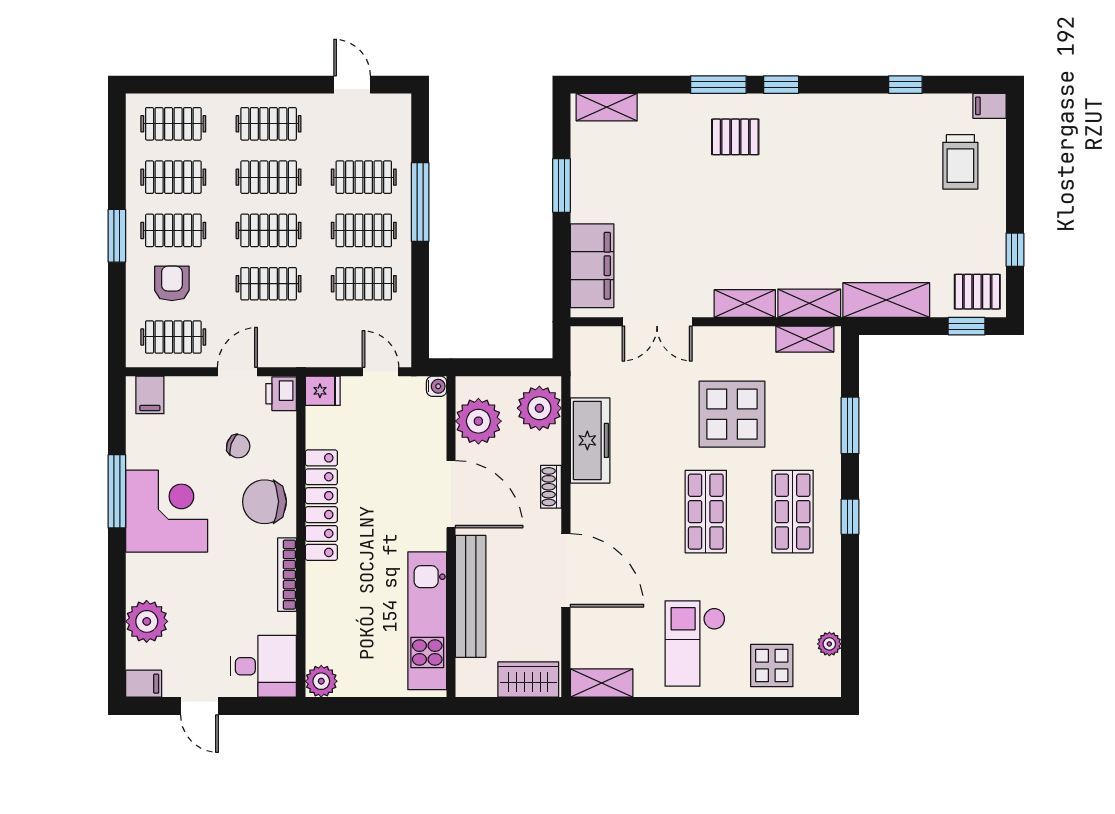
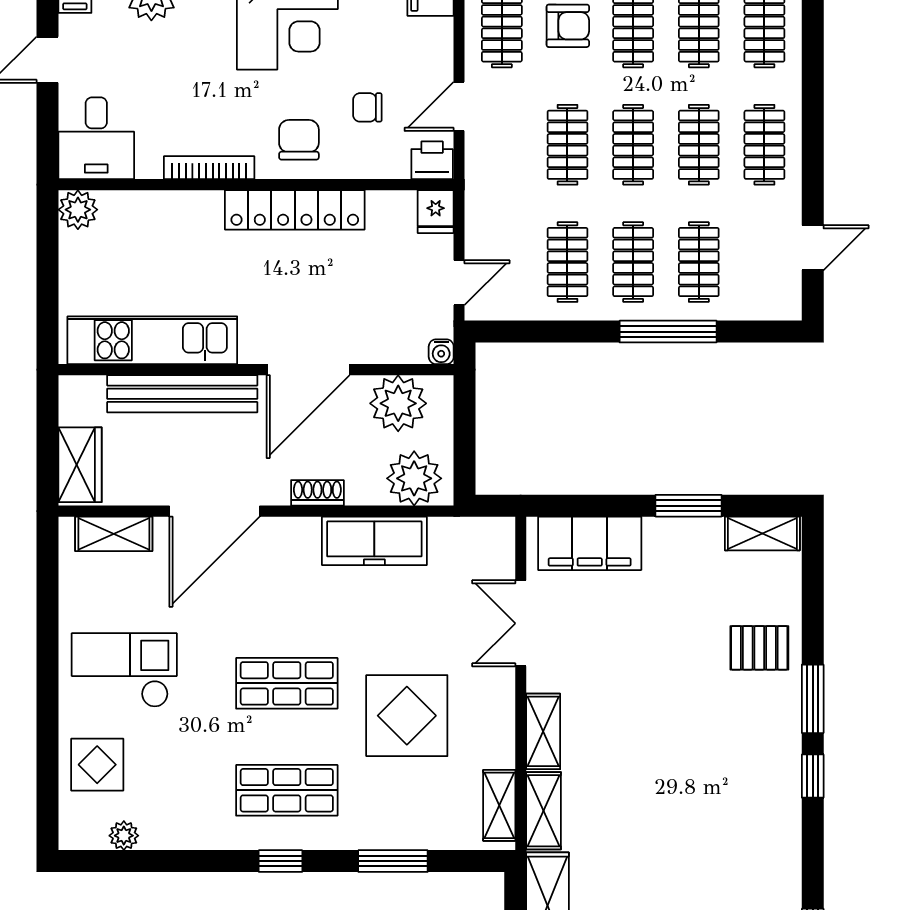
shelving: (607, 107) -> (762, 533), moved, turned 90
pallet: (735, 137) -> (759, 648), moved, turned 90
door: (237, 372) -> (459, 106), swing flipped
chair: (238, 446) -> (367, 107), turned 71
chair: (264, 502) -> (299, 140), width x0.73, depth x0.73
shelving: (602, 683) -> (114, 534), moved, turned 90

